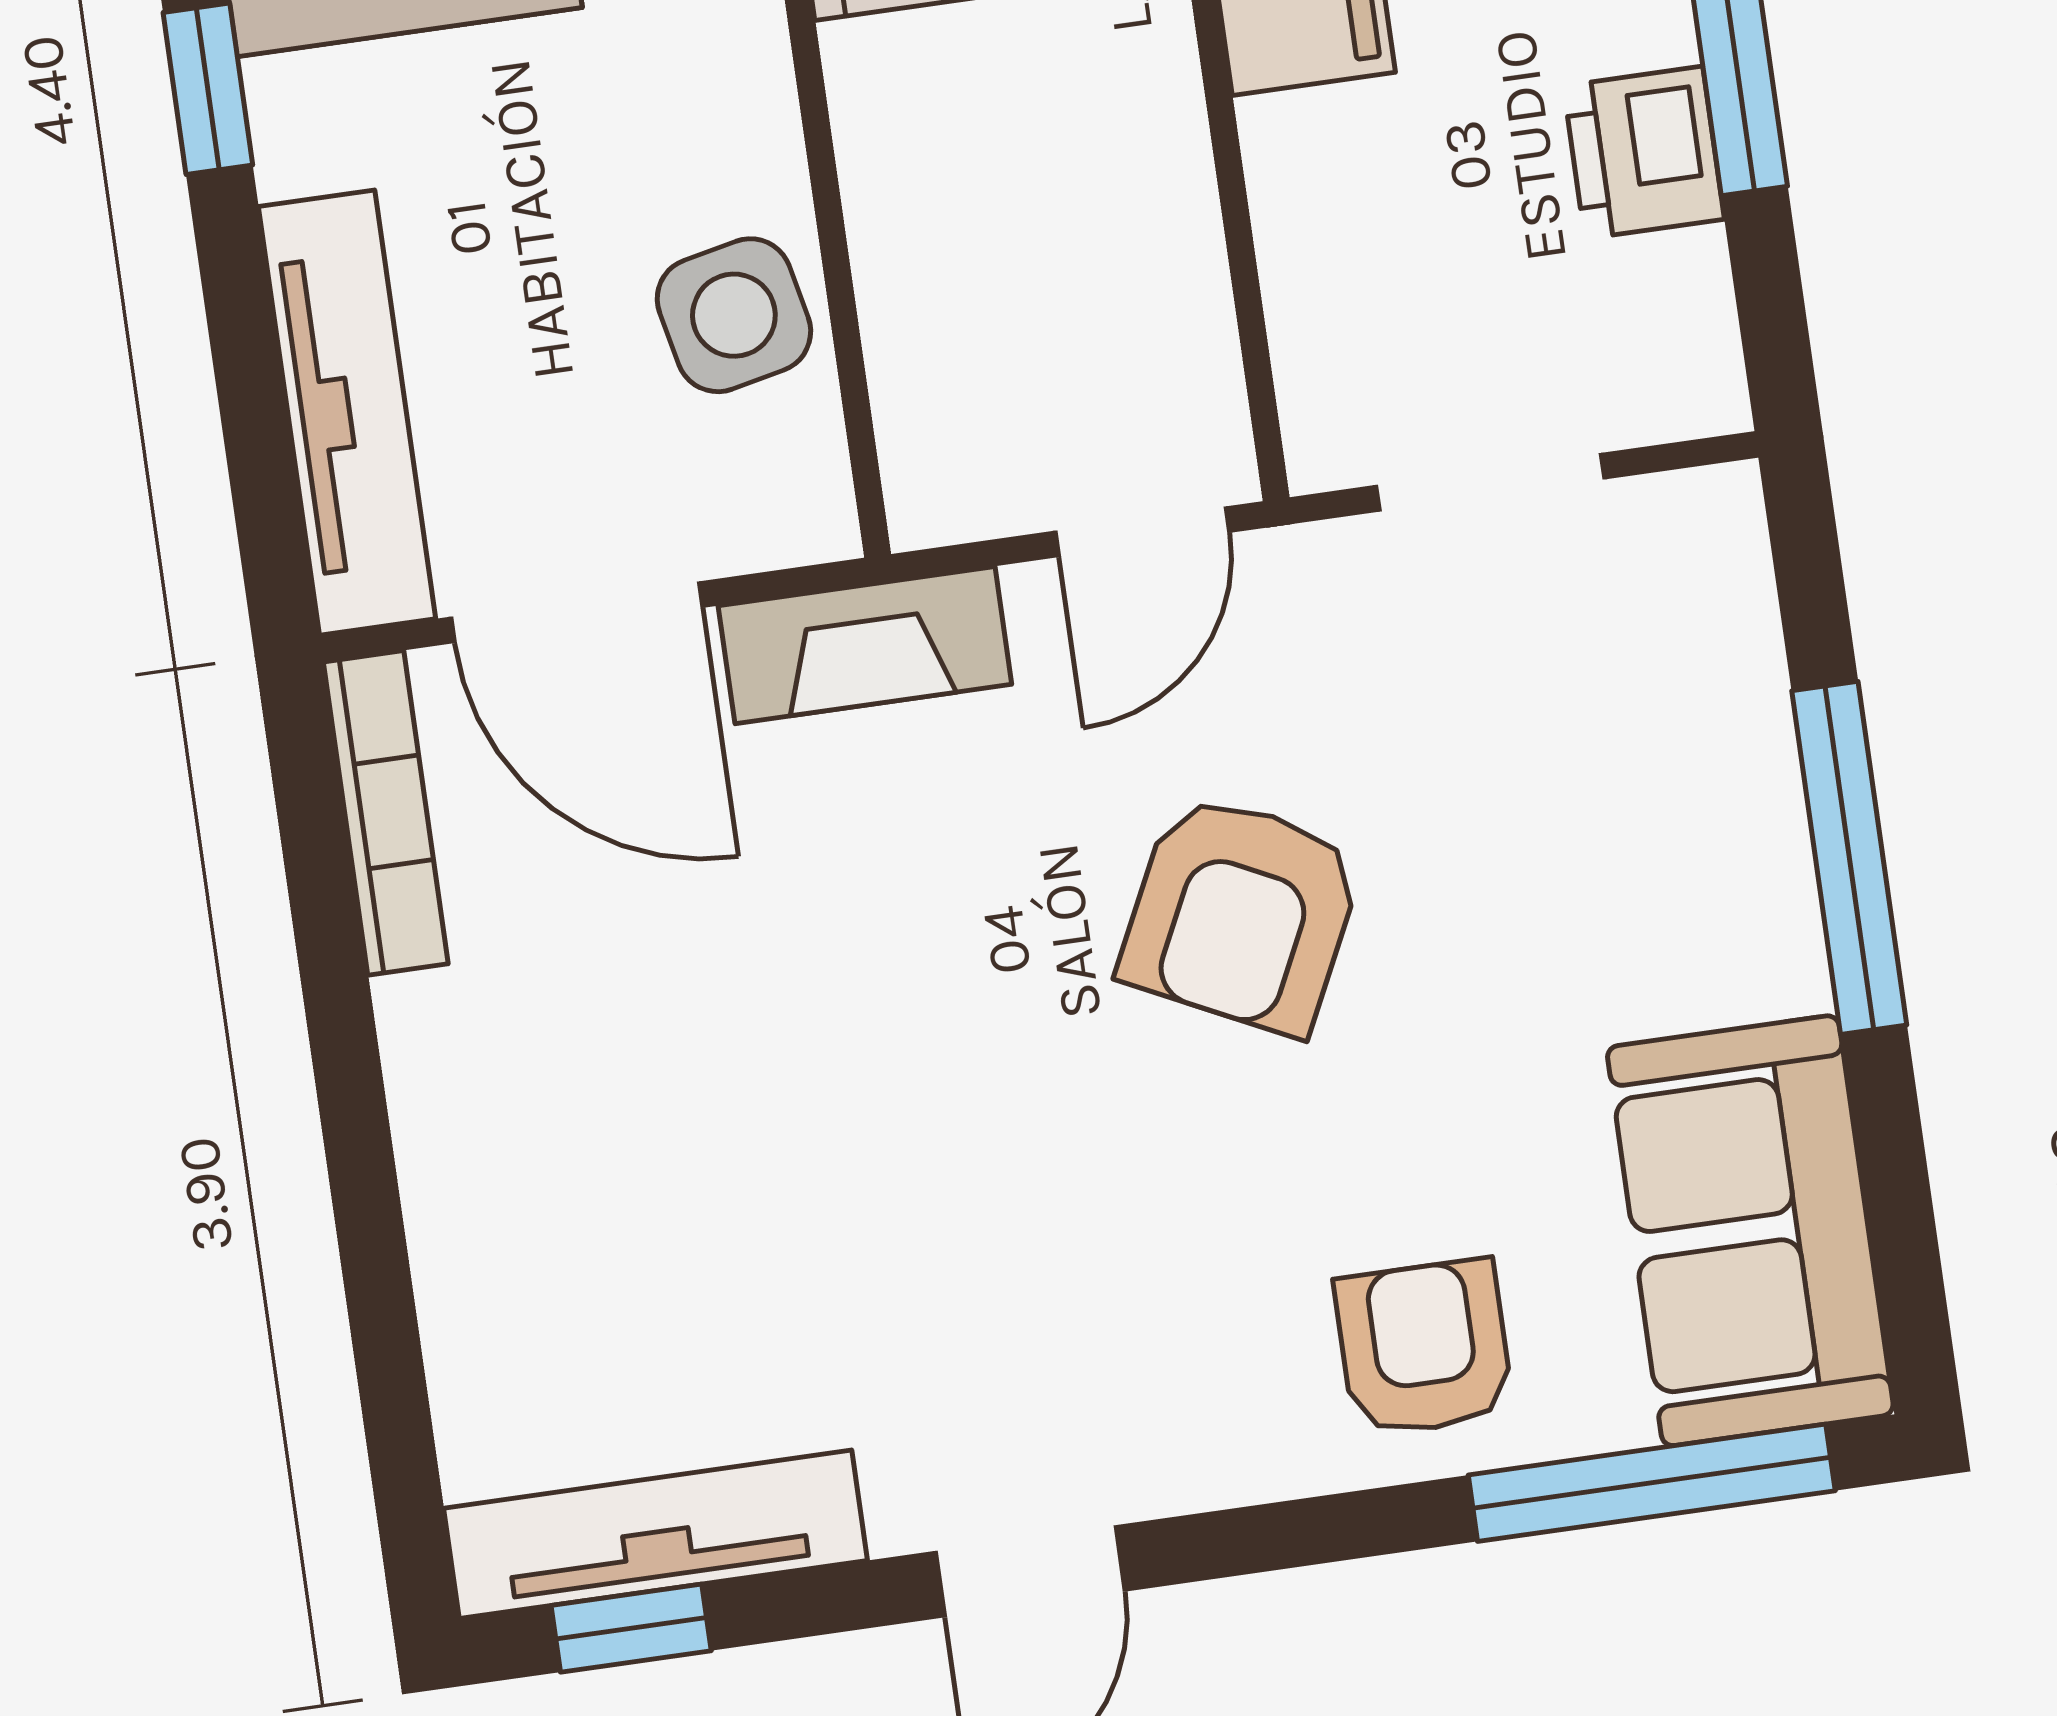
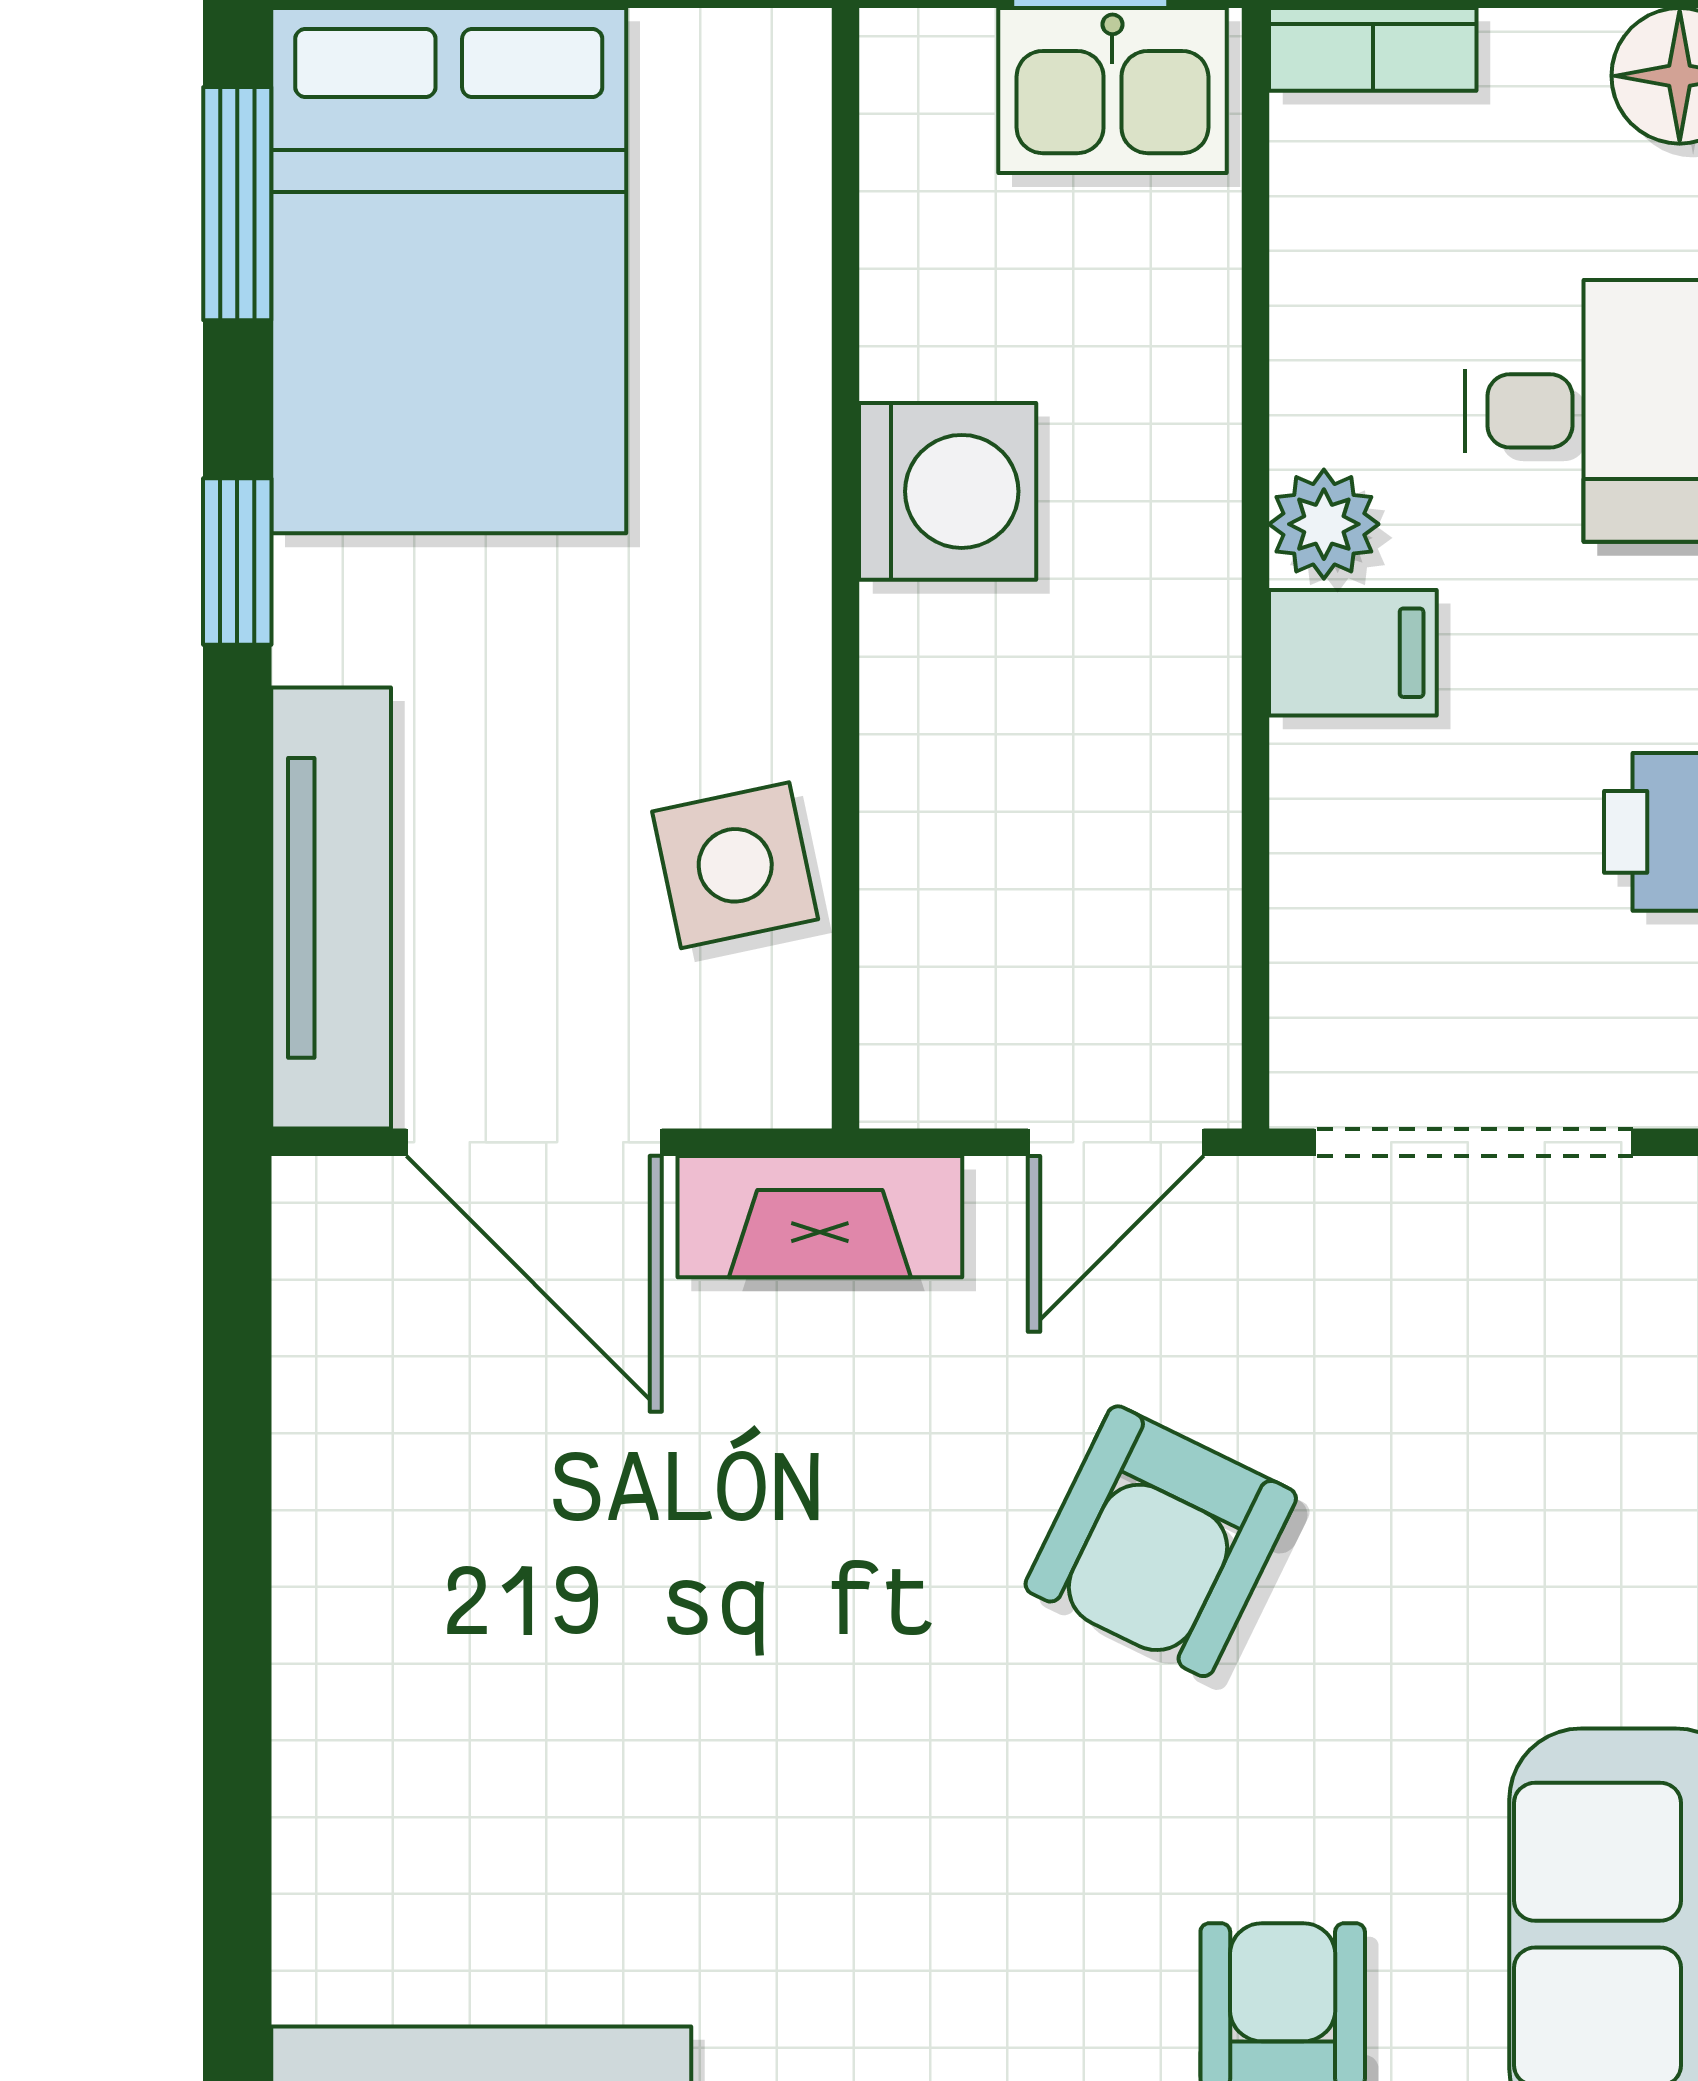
doorway: (1490, 482) -> (1474, 1142), width x1.38
bookcase: (386, 813) -> (313, 1317), removed

